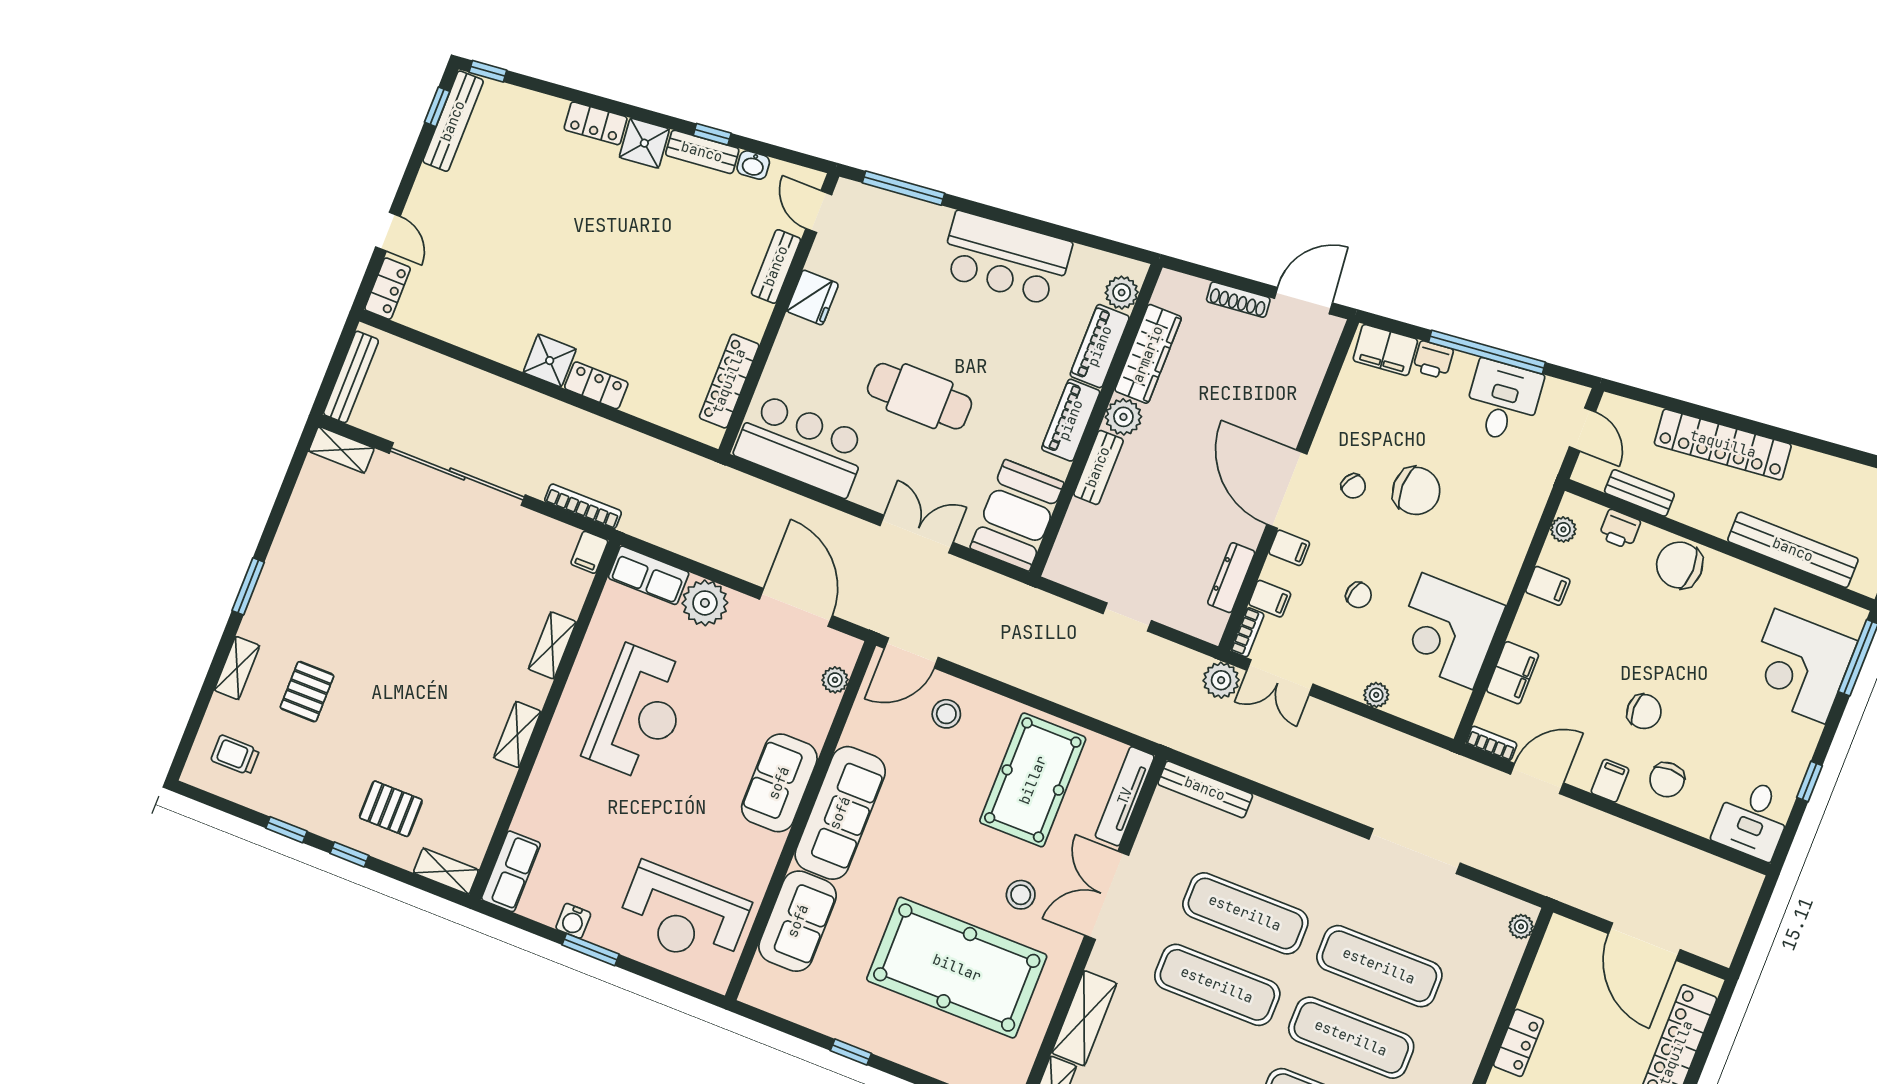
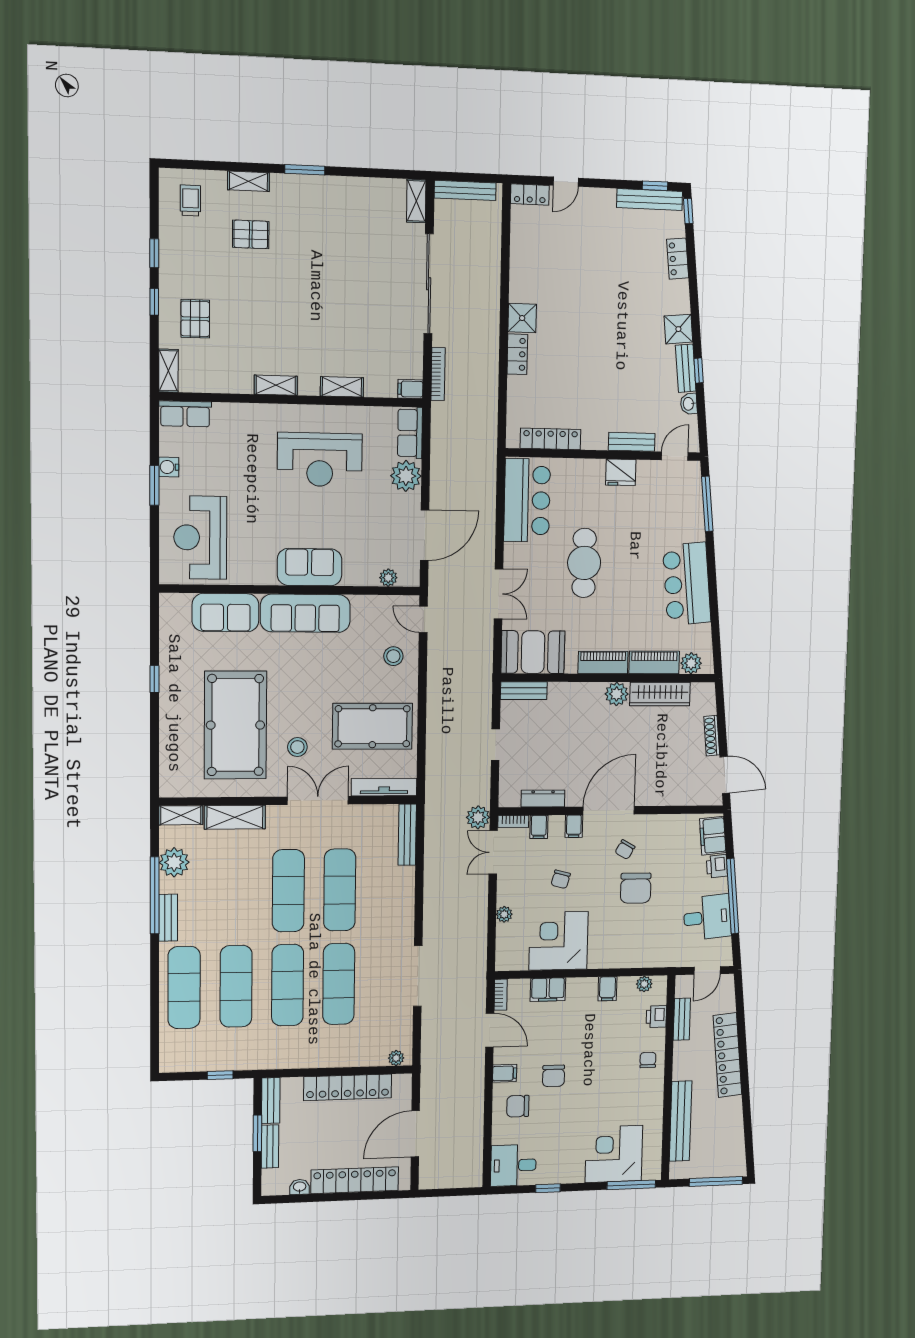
locker: (596, 123) -> (678, 259), moved
bench: (1098, 467) -> (524, 691), moved
chair: (1680, 565) -> (648, 1060), width x0.54, depth x0.54
door: (911, 653) -> (423, 619), width x0.73
locker: (1519, 1043) -> (348, 1087), width x2.16, depth x1.21

